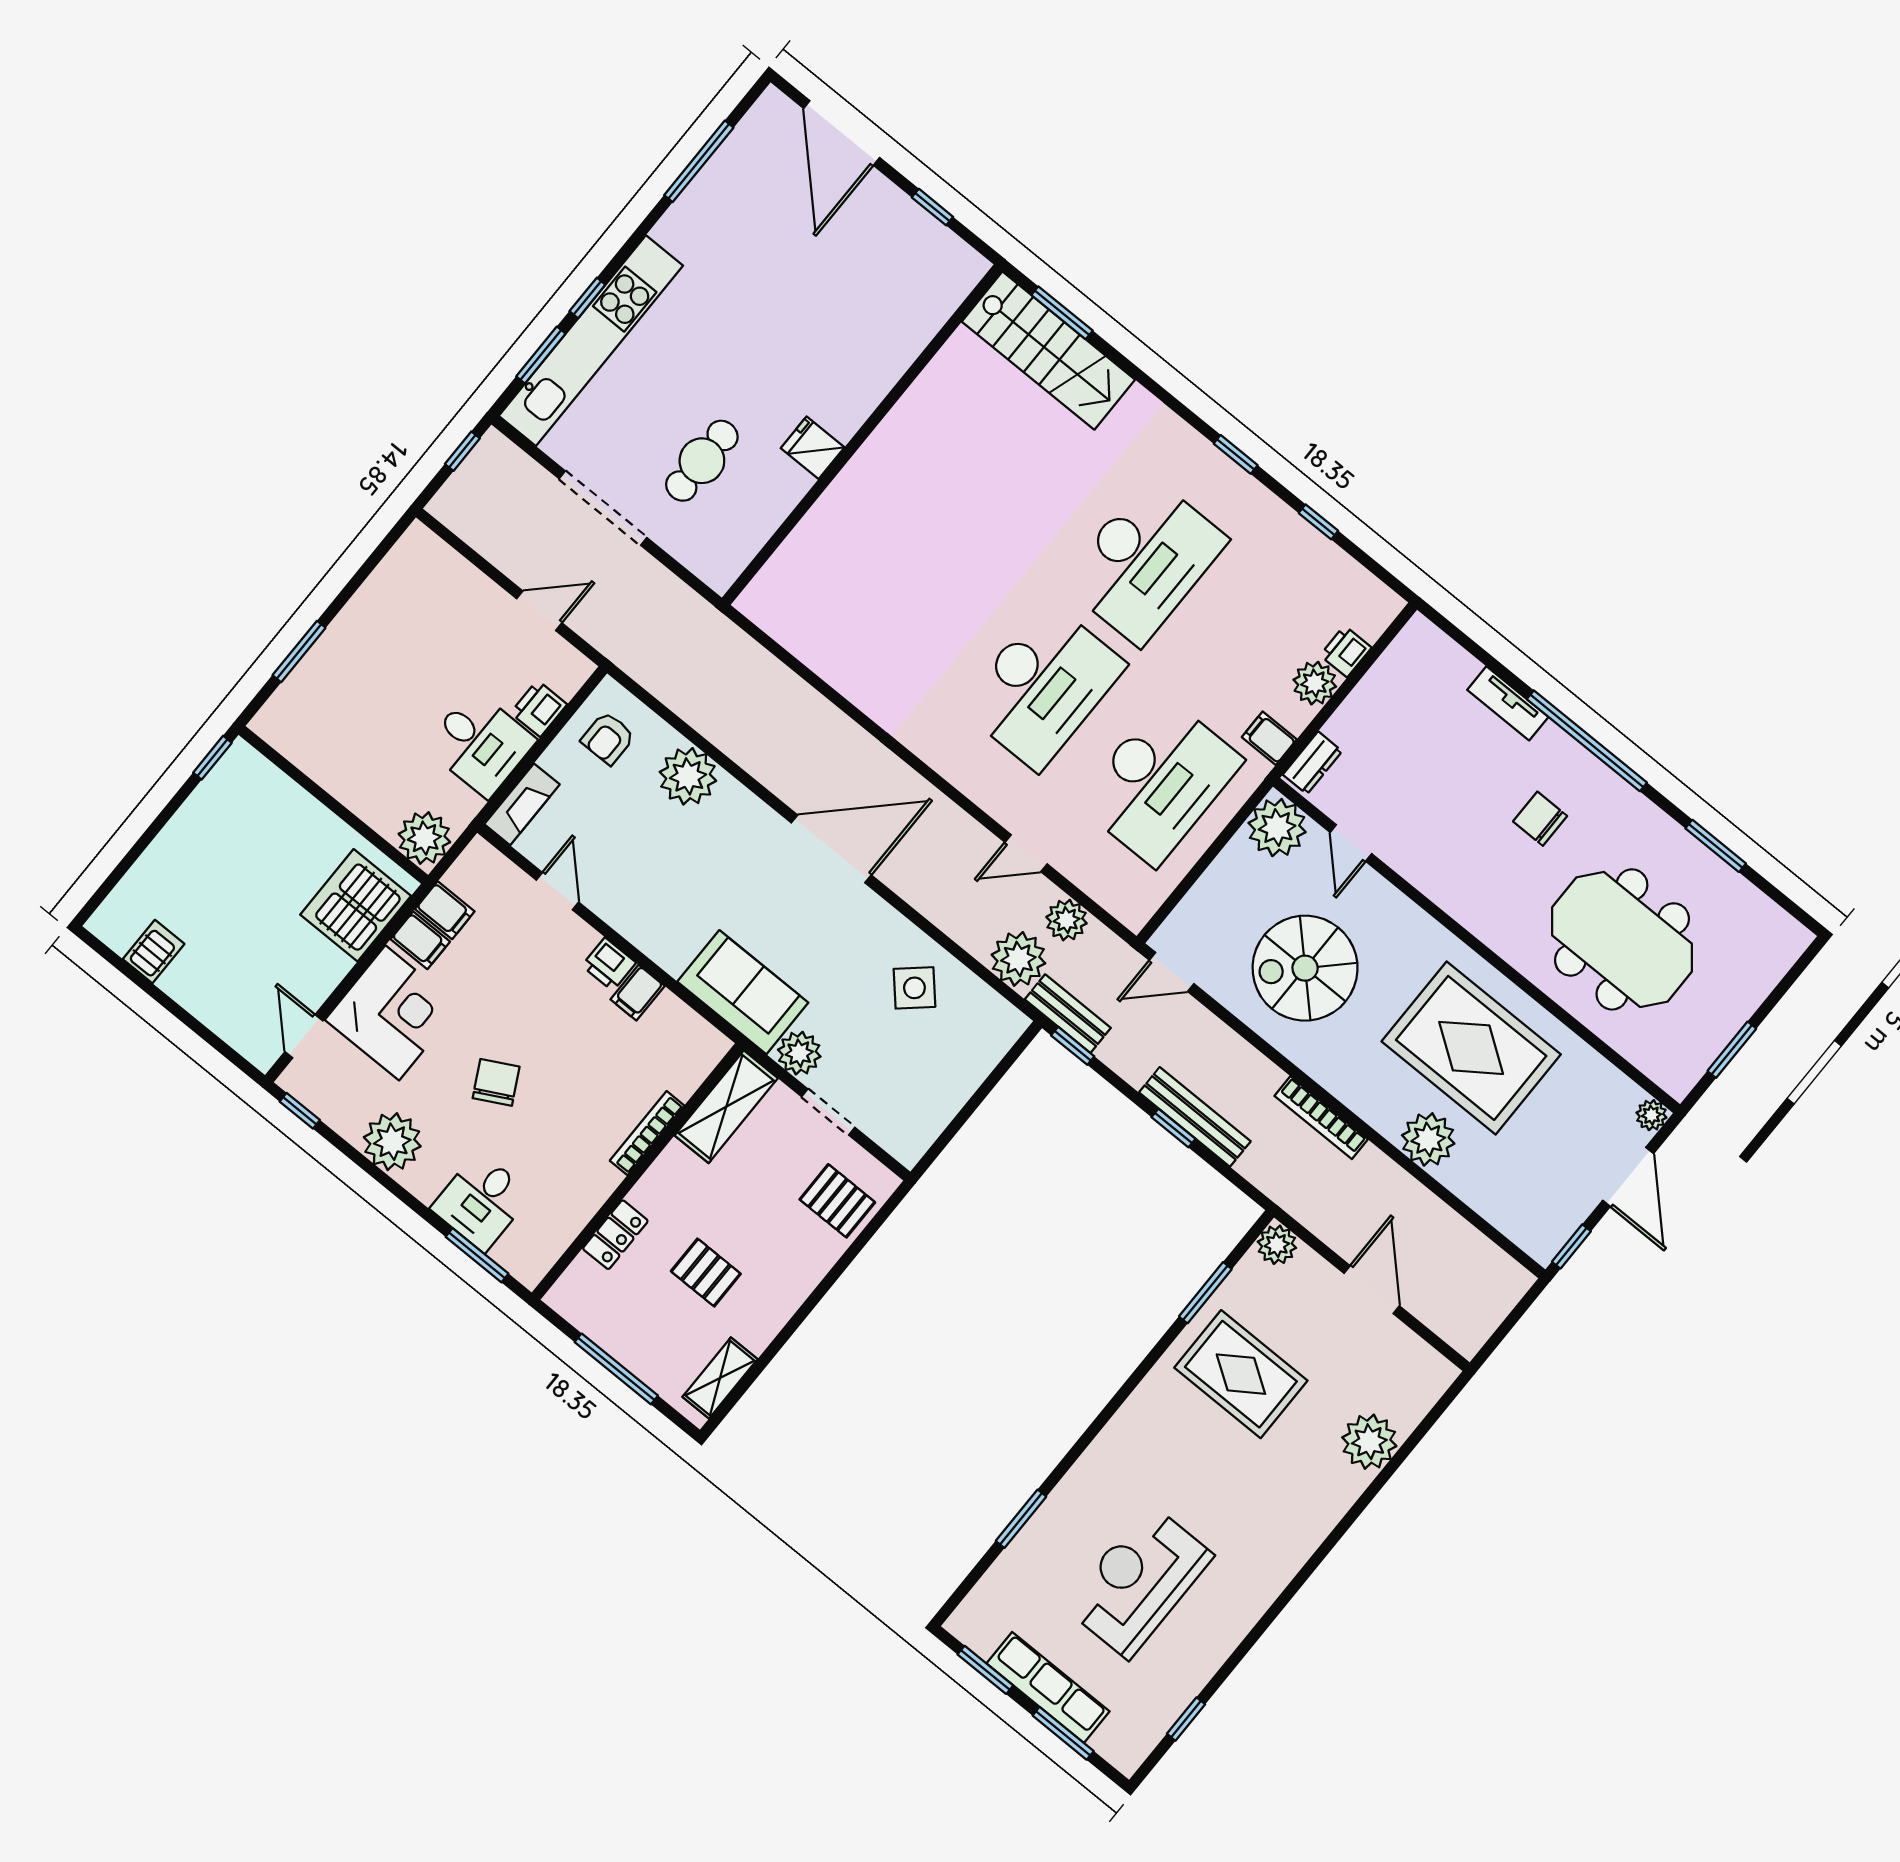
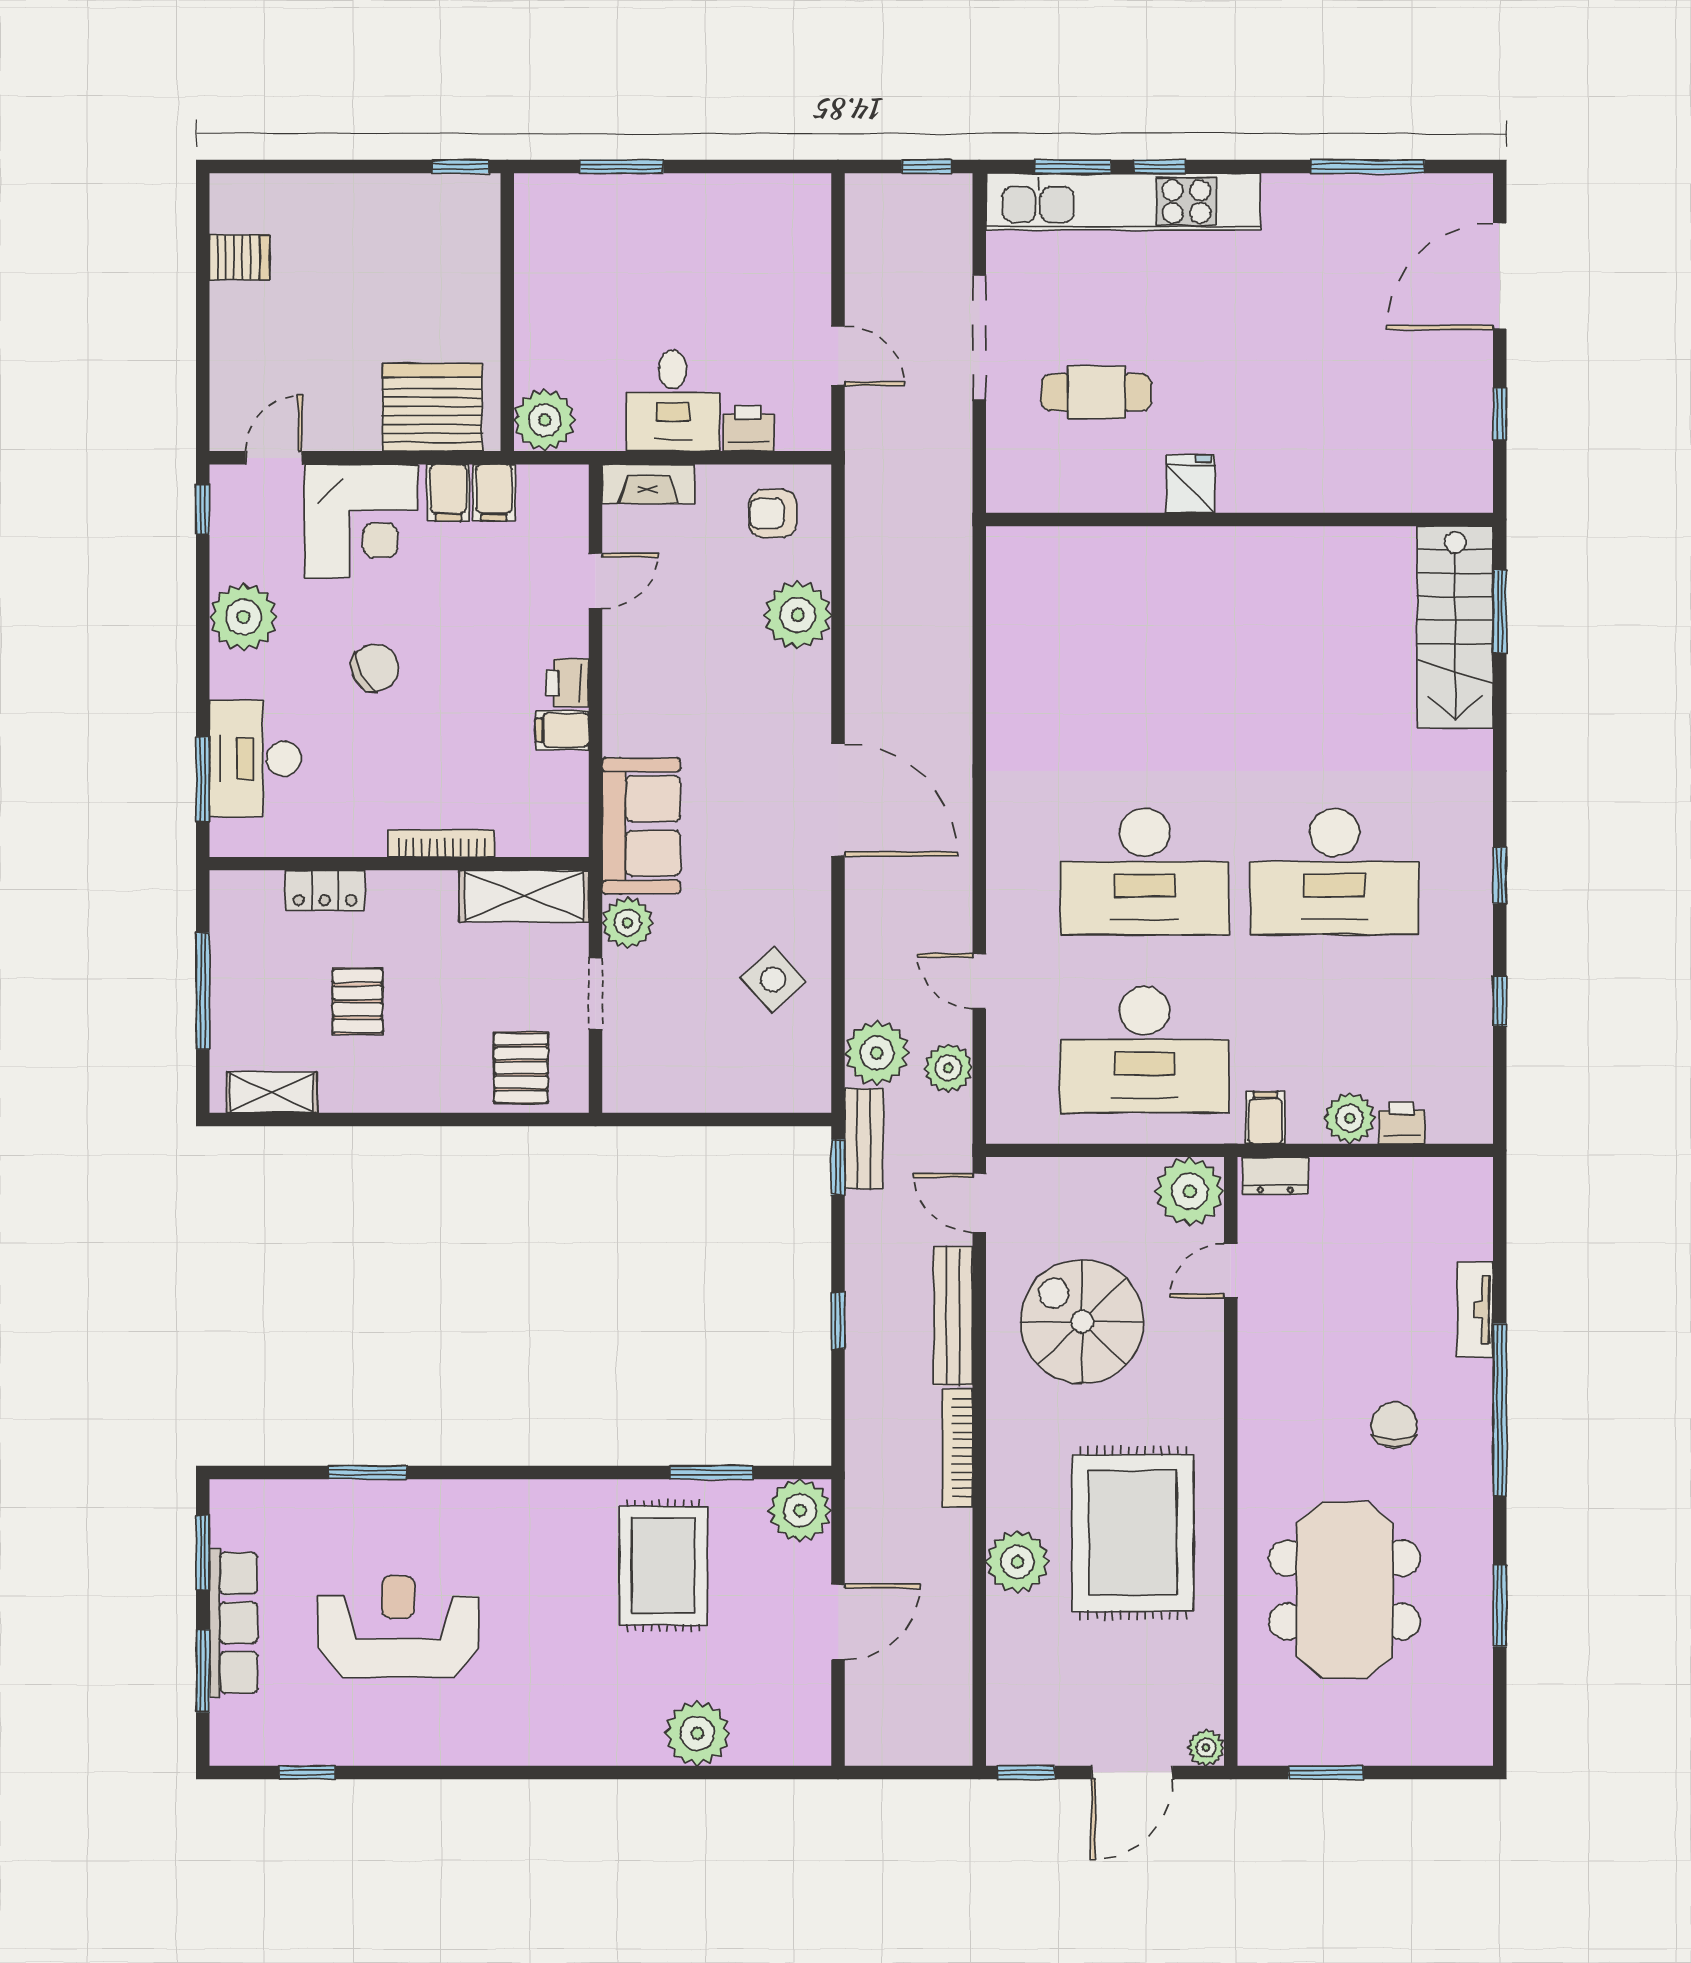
bench: (1195, 1117) -> (953, 1316), moved
desk: (481, 1201) -> (255, 759), width x1.37
plant: (1277, 1245) -> (800, 1510), width x1.36, depth x1.36

